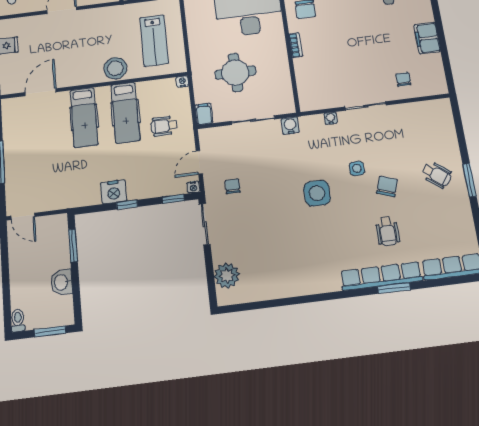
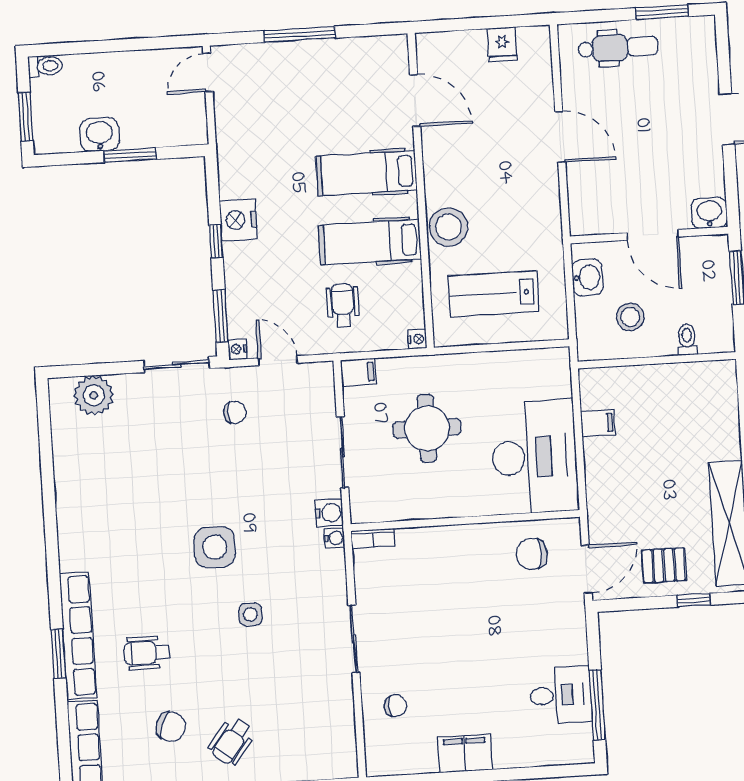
bookcase: (296, 45) -> (373, 538), moved
water cooler: (331, 118) -> (335, 538), moved
chair: (387, 186) -> (171, 727), moved
window: (173, 199) -> (221, 316), width x1.50
window: (73, 246) -> (130, 155), moved

